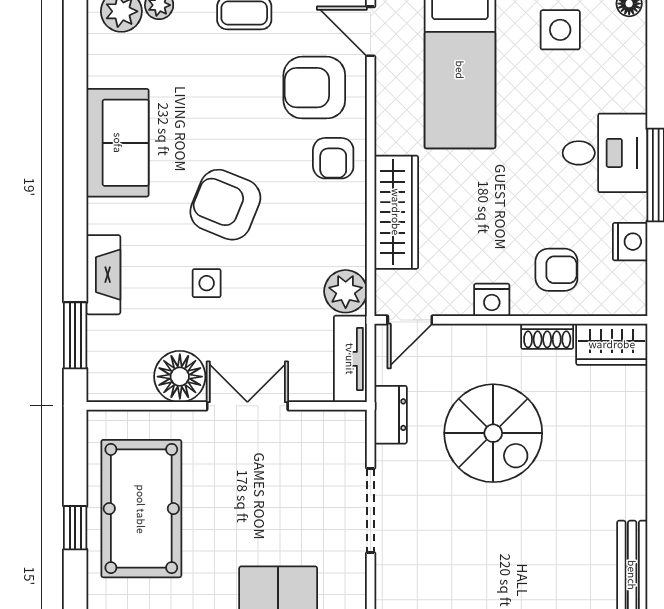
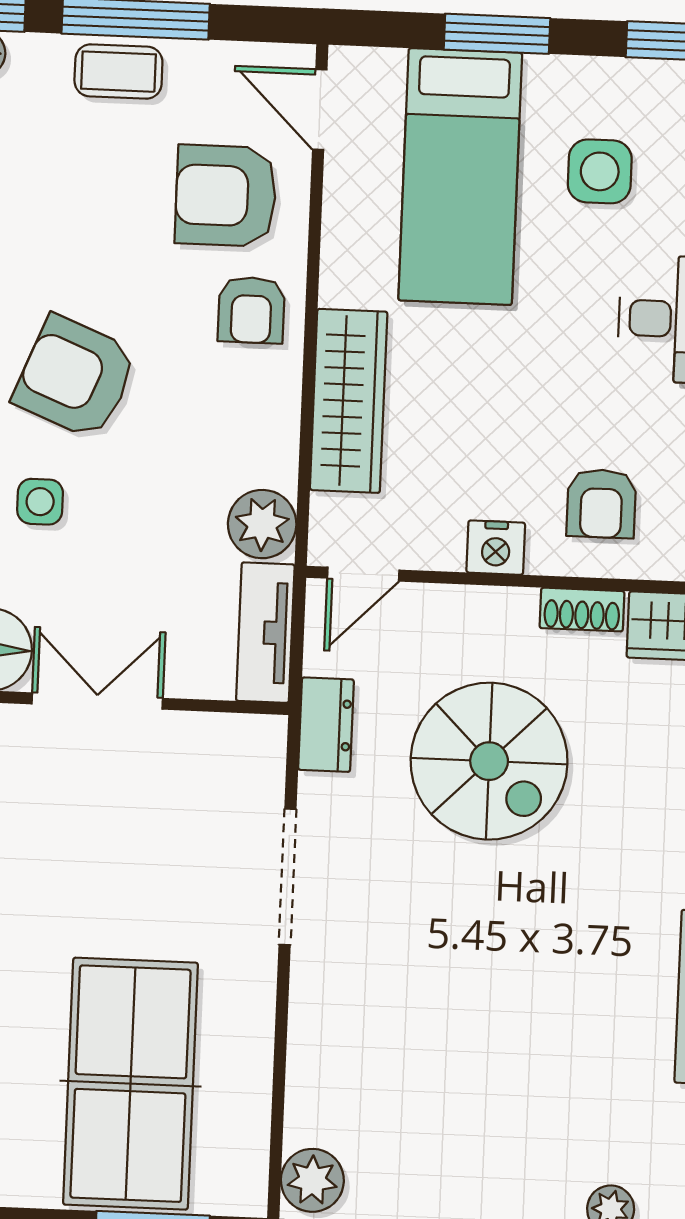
side table: (560, 30) -> (600, 171), moved
armchair: (556, 270) -> (601, 504), turned 90

